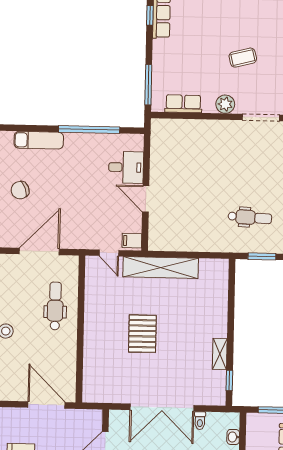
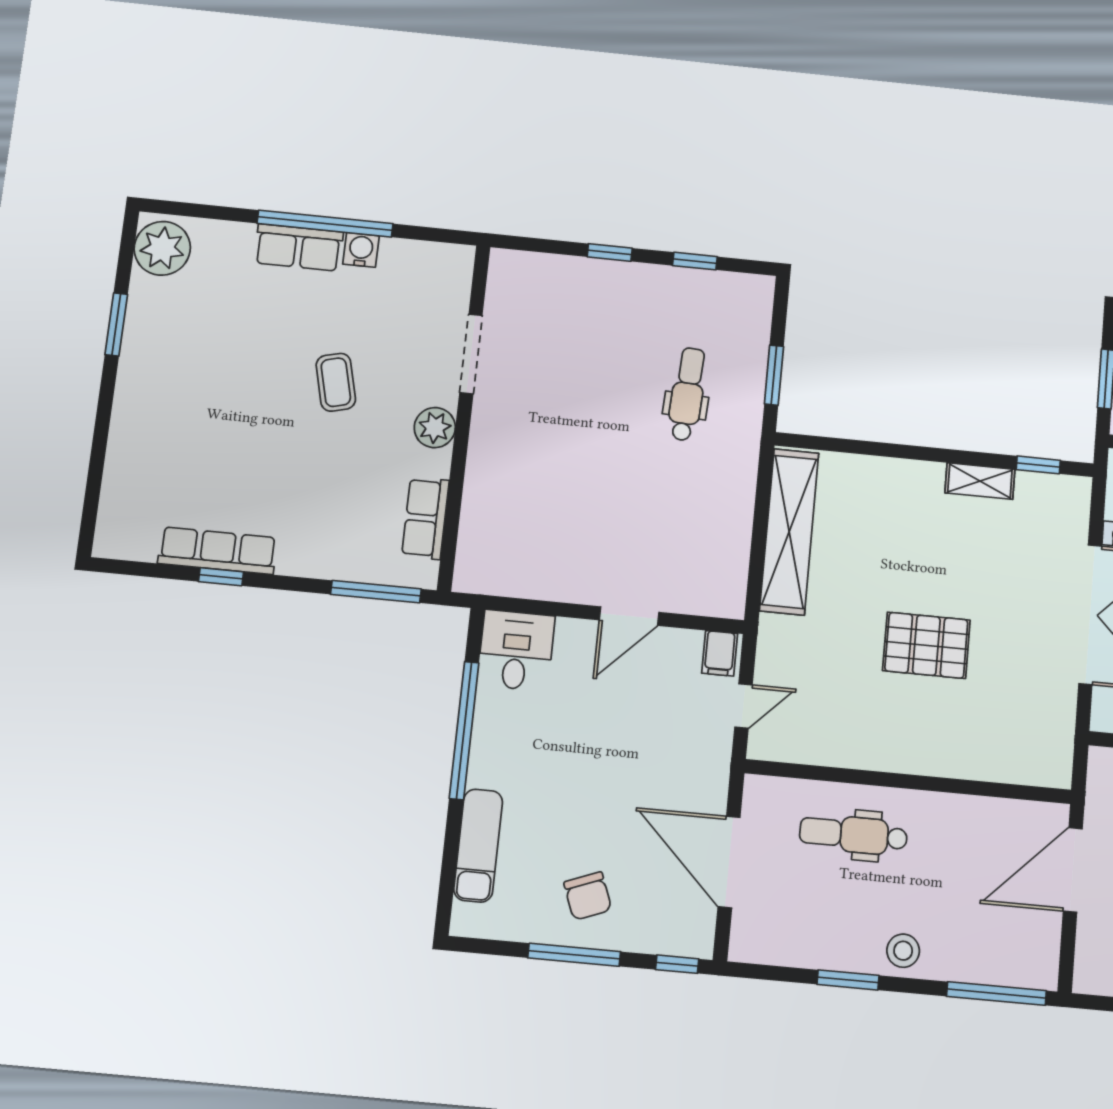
desk: (126, 167) -> (516, 650), moved
shelving: (161, 268) -> (789, 532), moved

